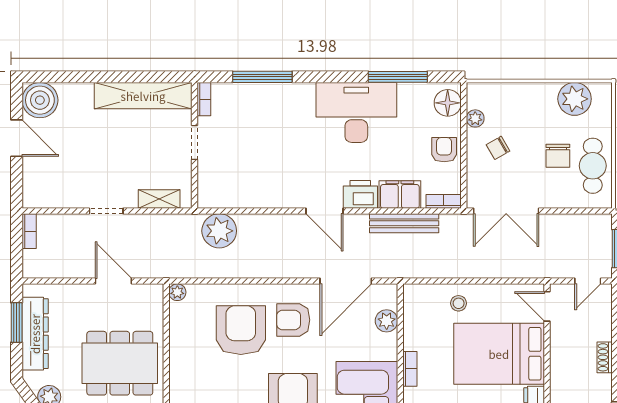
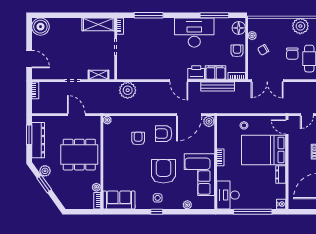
shelving: (143, 96) -> (98, 24), width x0.68
door: (17, 138) -> (29, 59), moved
plant: (387, 321) -> (209, 121), moved
armchair: (241, 330) -> (138, 138), width x0.53, depth x0.53

